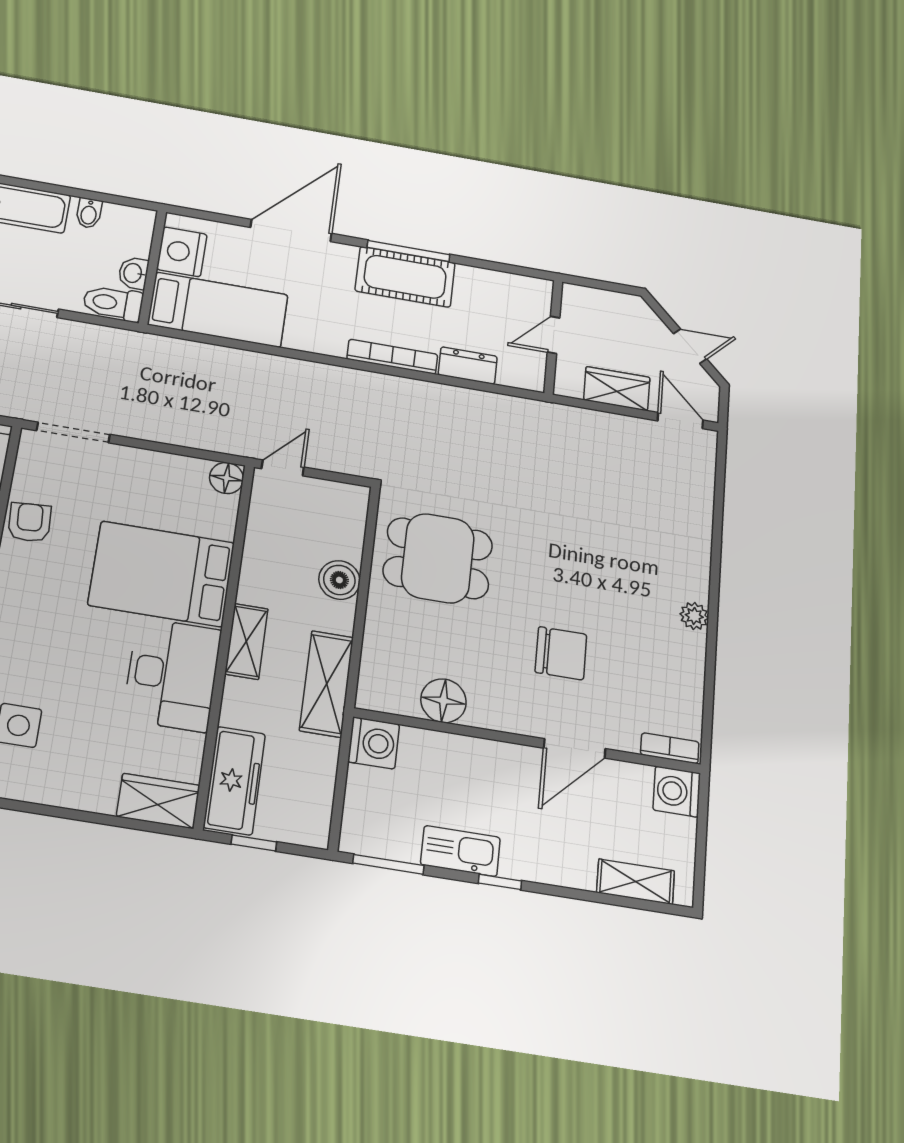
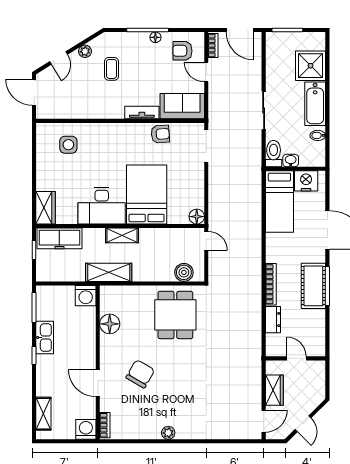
boiler: (339, 580) -> (184, 272), moved
chair: (561, 653) -> (140, 374), turned -150

